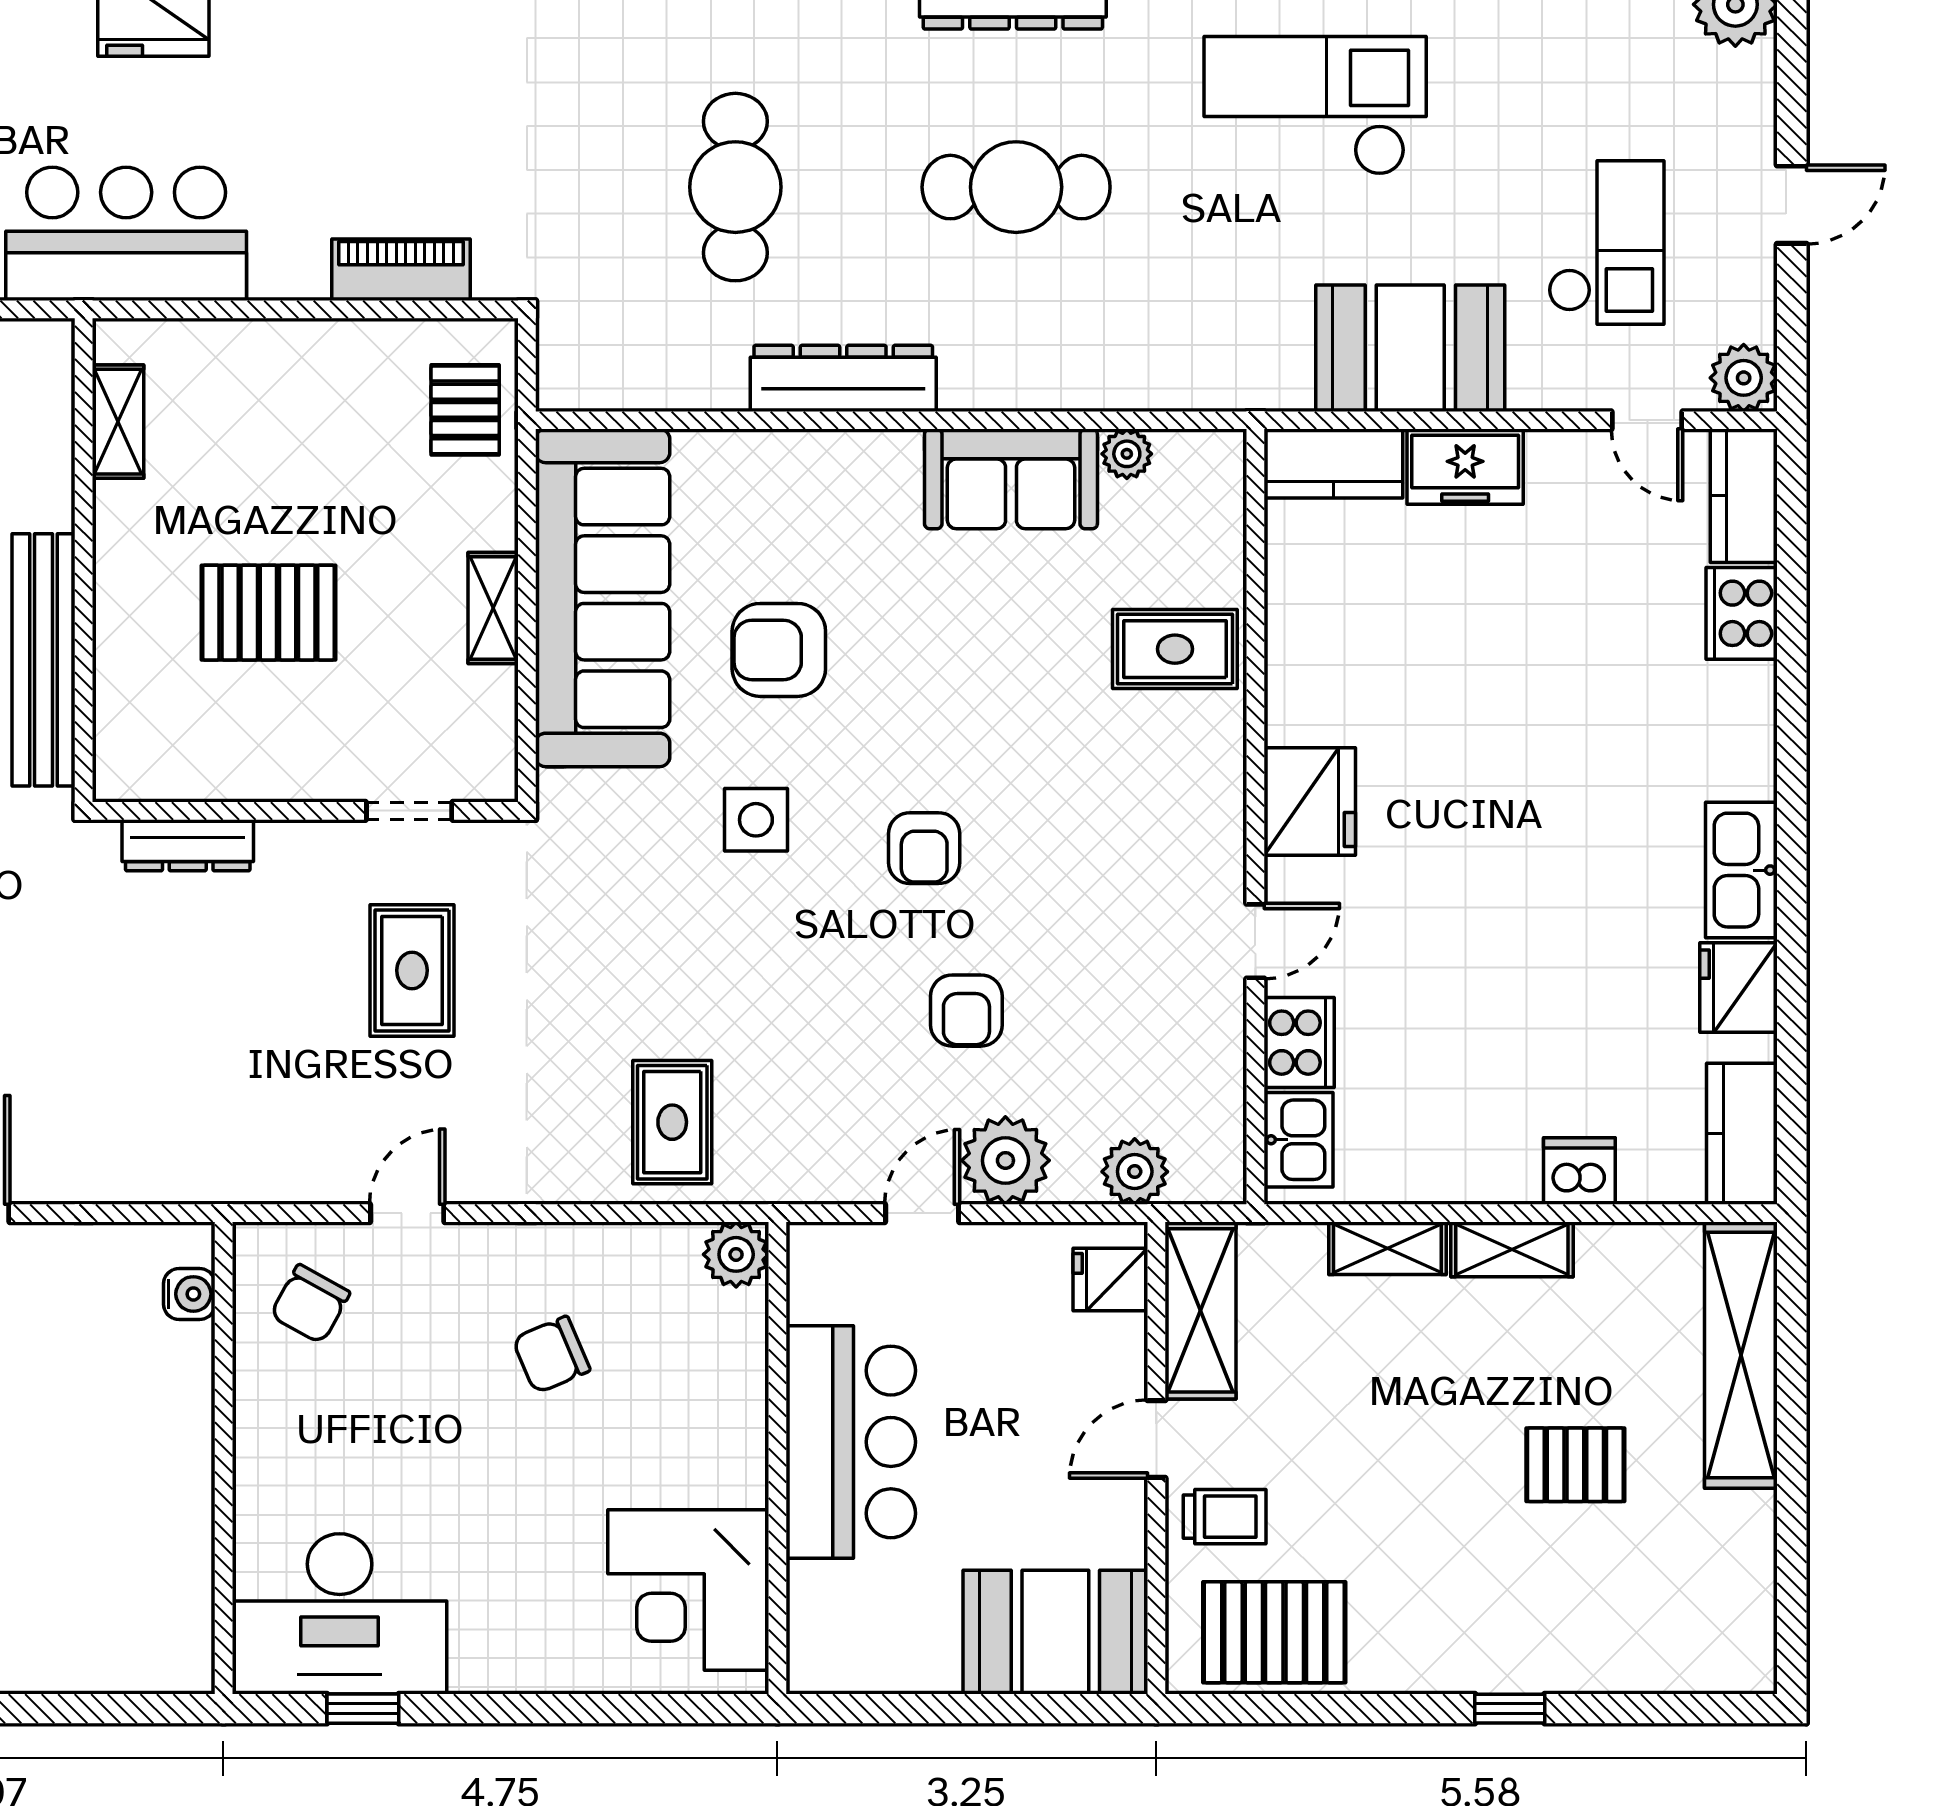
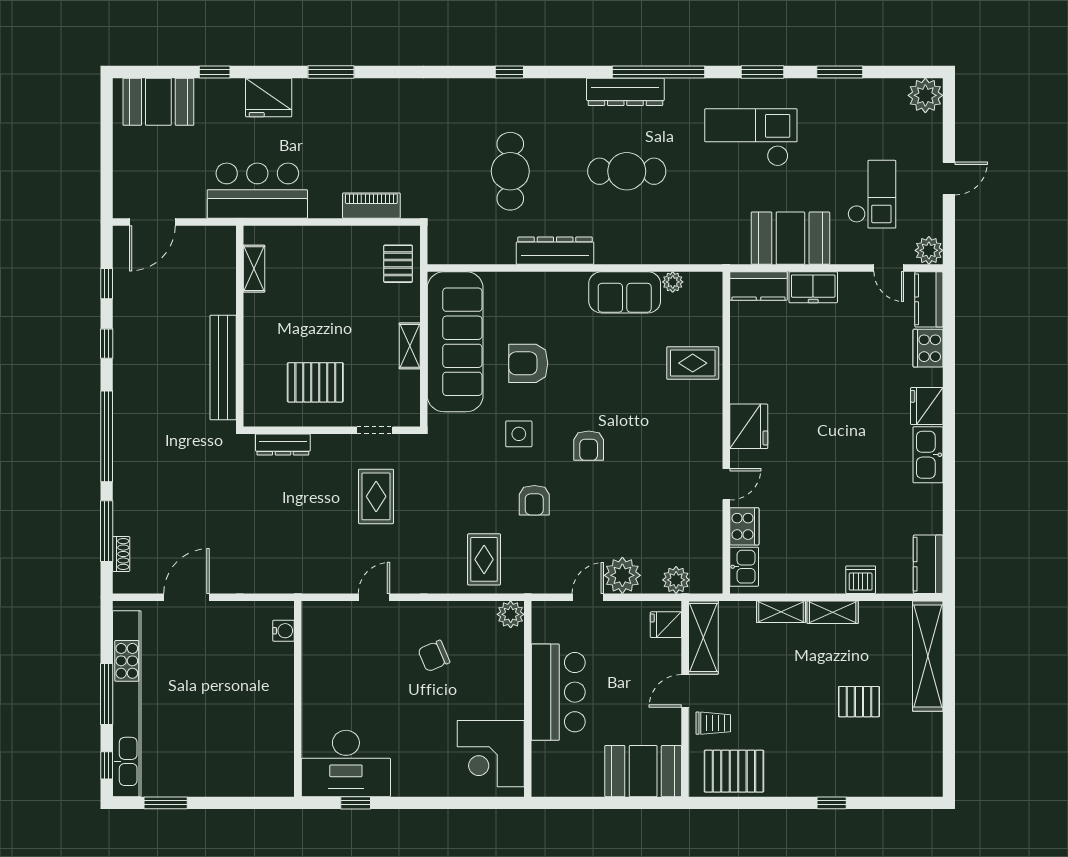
pallet: (268, 613) -> (315, 382), moved
fridge: (1739, 987) -> (927, 406), moved
armchair: (966, 1011) -> (534, 500), moved
chair: (310, 1304) -> (334, 635), removed

